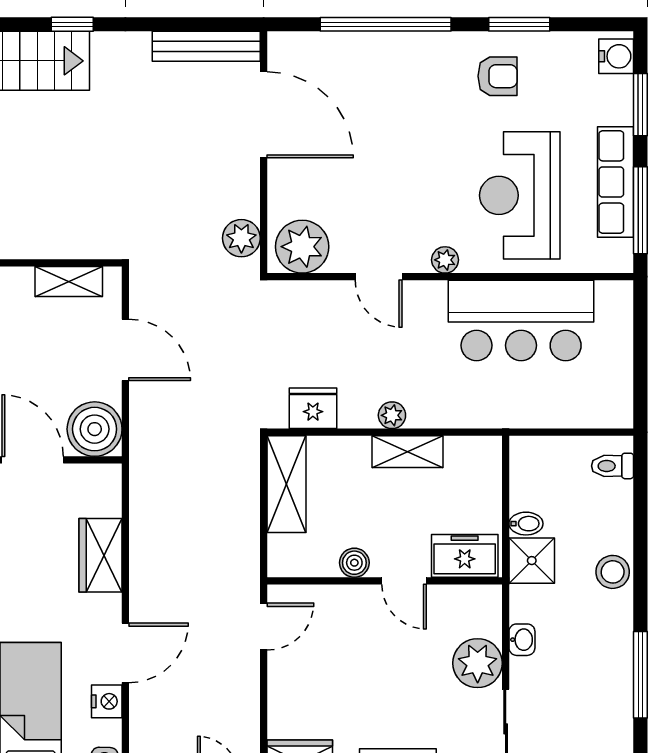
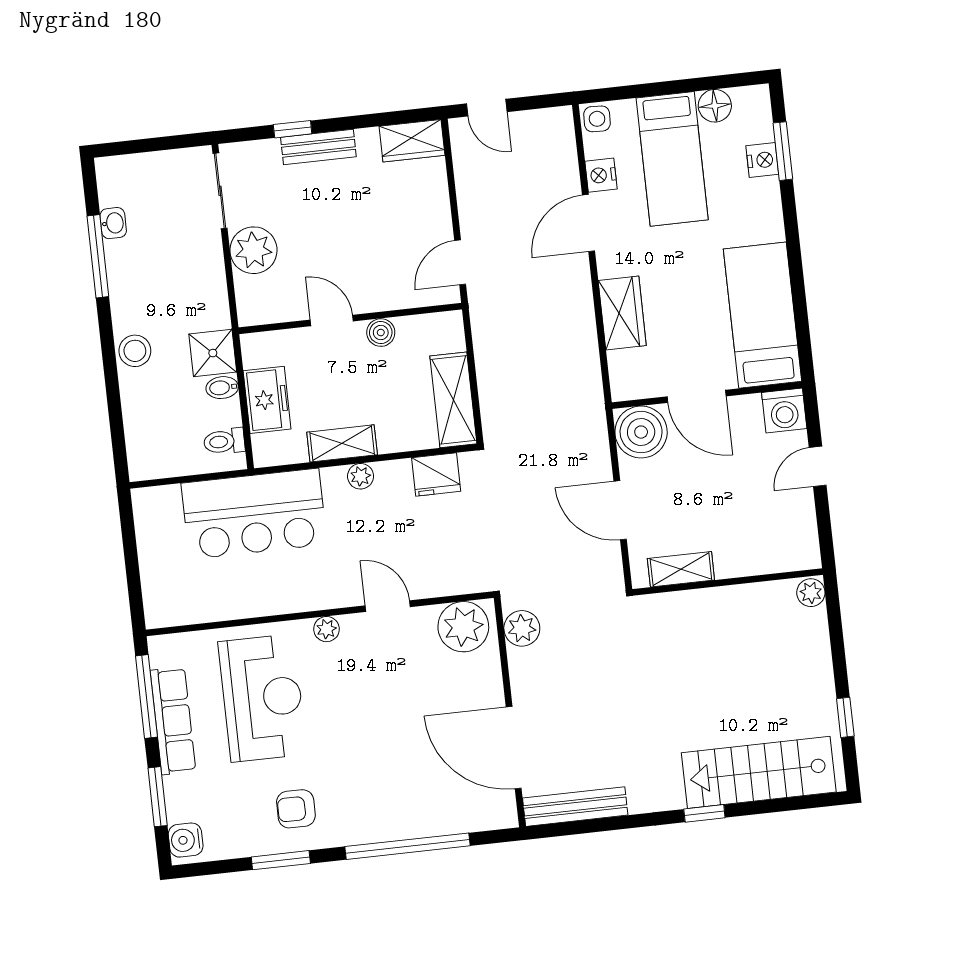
bar counter: (521, 320) -> (254, 514), moved, turned 180
toilet: (613, 466) -> (224, 441), moved, turned 180
freezer: (465, 556) -> (267, 400), moved, turned -90
washbasin: (522, 640) -> (113, 223), moved, turned 180

